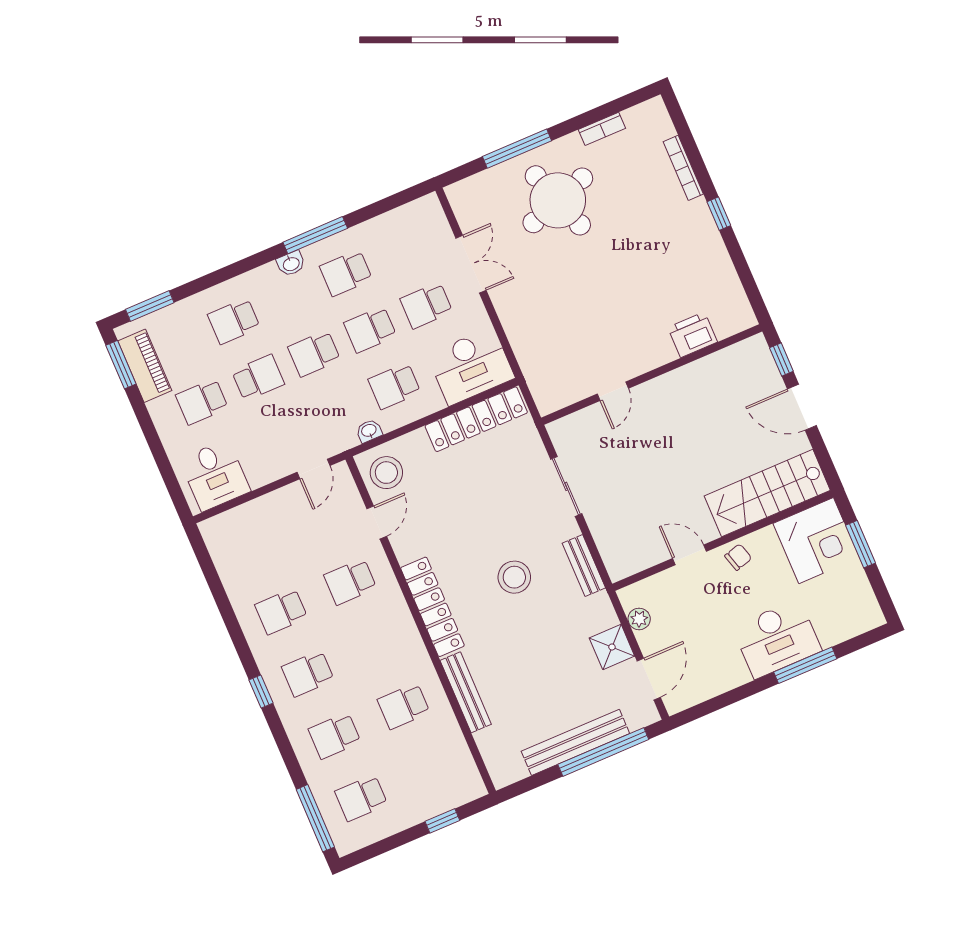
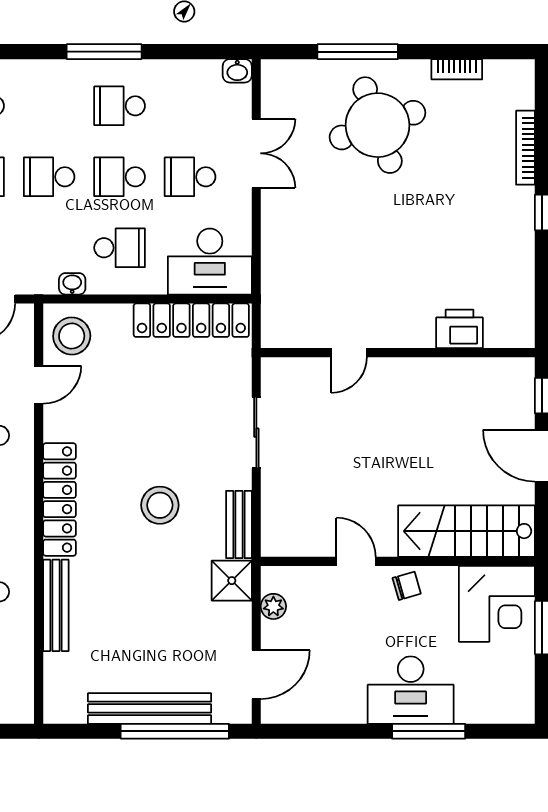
washbasin: (291, 264) -> (237, 71), moved
school desk: (394, 386) -> (120, 248), turned 180
shower: (612, 647) -> (232, 581), moved

